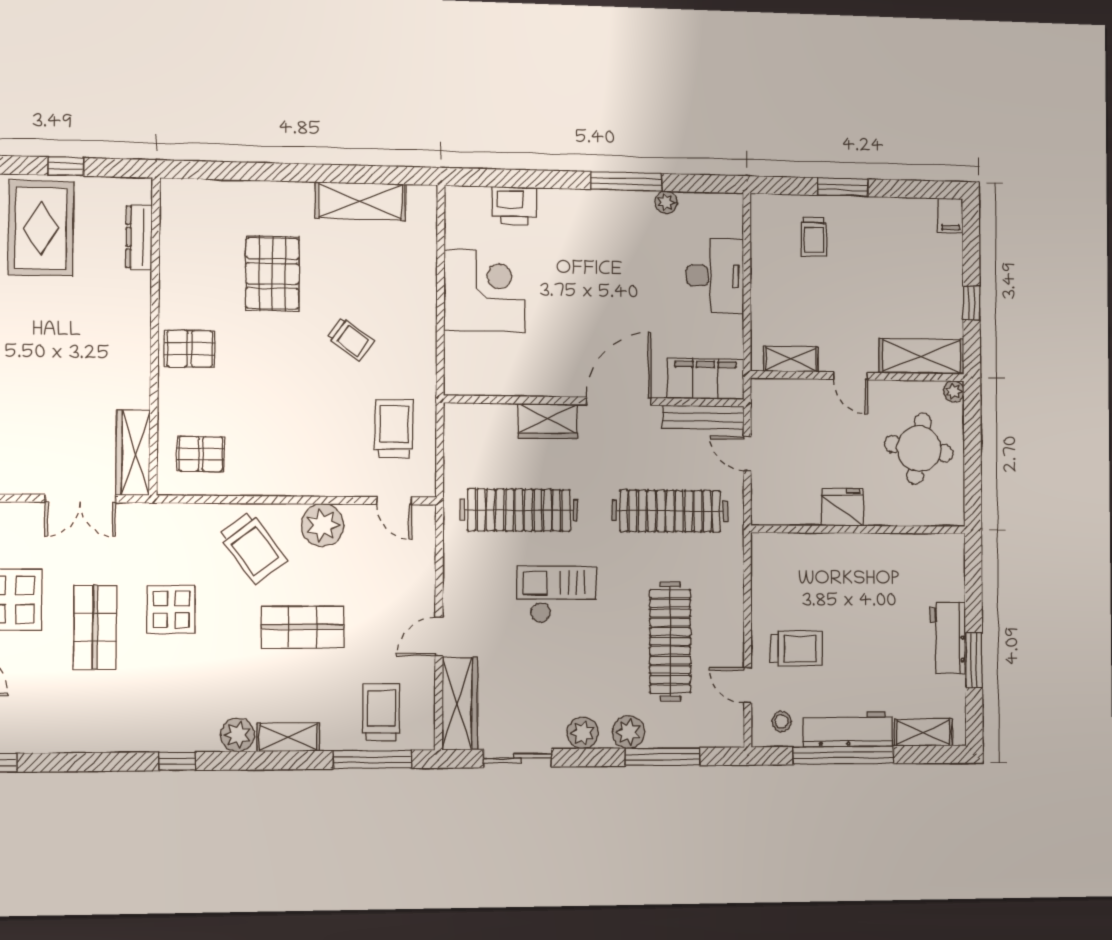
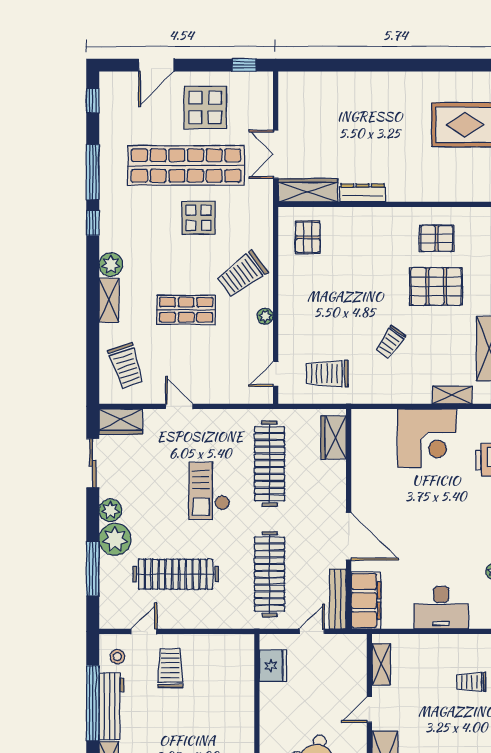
dresser: (139, 237) -> (362, 193), moved
shelving: (425, 254) -> (452, 395), added
pallet: (190, 349) -> (437, 238), moved, turned 90
wardrobe: (548, 421) -> (334, 438), moved
trolley: (394, 428) -> (327, 374), turned 180
fridge: (842, 507) -> (273, 666), moved
plant: (323, 525) -> (265, 316), width x0.53, depth x0.53
checkout: (557, 595) -> (209, 491), turned 180
shop shelf: (95, 627) -> (186, 166), width x2.00, depth x1.36
shop shelf: (303, 627) -> (186, 310), turned 90
trolley: (797, 648) -> (170, 668), turned 180
wardrobe: (460, 704) -> (121, 422), width x0.67
trolley: (381, 712) -> (126, 366), turned 72
plant: (628, 732) -> (115, 539), width x1.36, depth x1.36
window: (372, 760) -> (93, 172), moved

